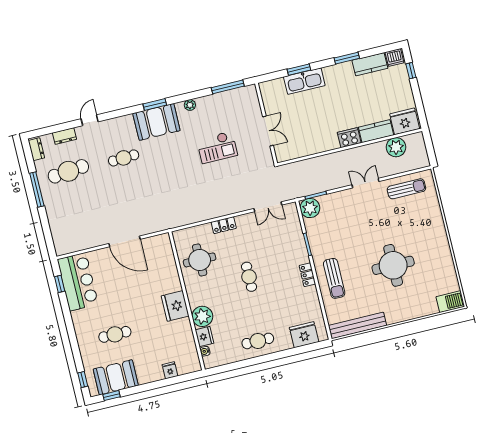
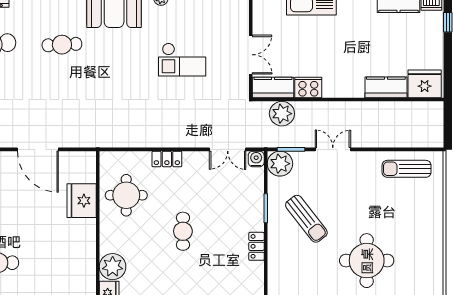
cooker: (349, 138) -> (308, 88), moved
plant: (396, 147) -> (282, 114), moved
kitchen counter: (291, 152) -> (273, 88), added
double door: (365, 183) -> (333, 149), moved
sun lounger: (406, 189) -> (407, 169), turned 180
water cooler: (291, 209) -> (256, 159), added
sun lounger: (334, 278) -> (306, 219), moved, turned -38
fridge: (175, 306) -> (82, 201), moved

